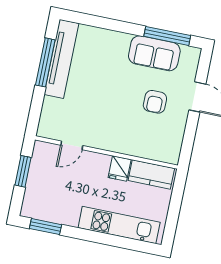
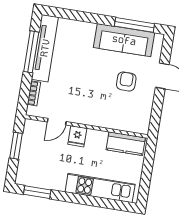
sofa: (154, 53) -> (124, 40), width x1.36
armchair: (155, 102) -> (126, 82), turned 180
bookcase: (46, 111) -> (34, 93), added
fridge: (120, 168) -> (77, 136), moved

